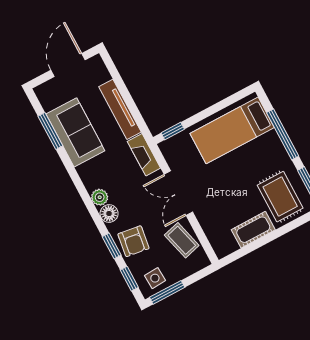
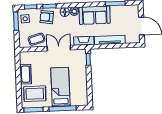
bed: (232, 130) -> (60, 87), moved
sofa: (75, 132) -> (95, 15), moved

